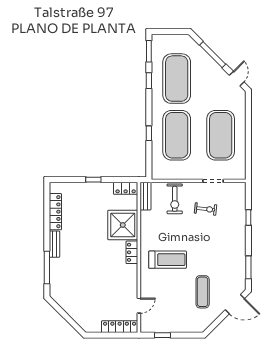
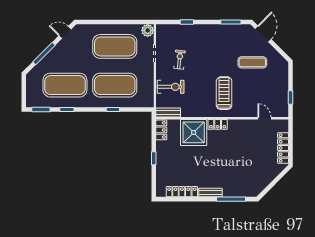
plant: (239, 173) -> (148, 30), added
locker: (120, 327) -> (283, 148), moved

